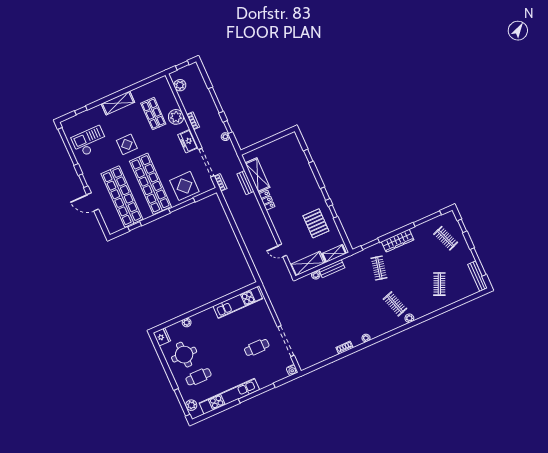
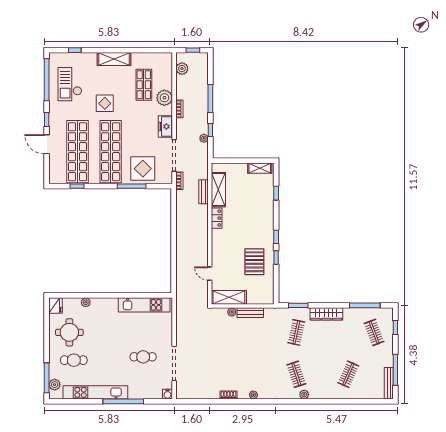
checkout: (90, 141) -> (70, 84), turned -90
shelving: (334, 253) -> (260, 168), moved

